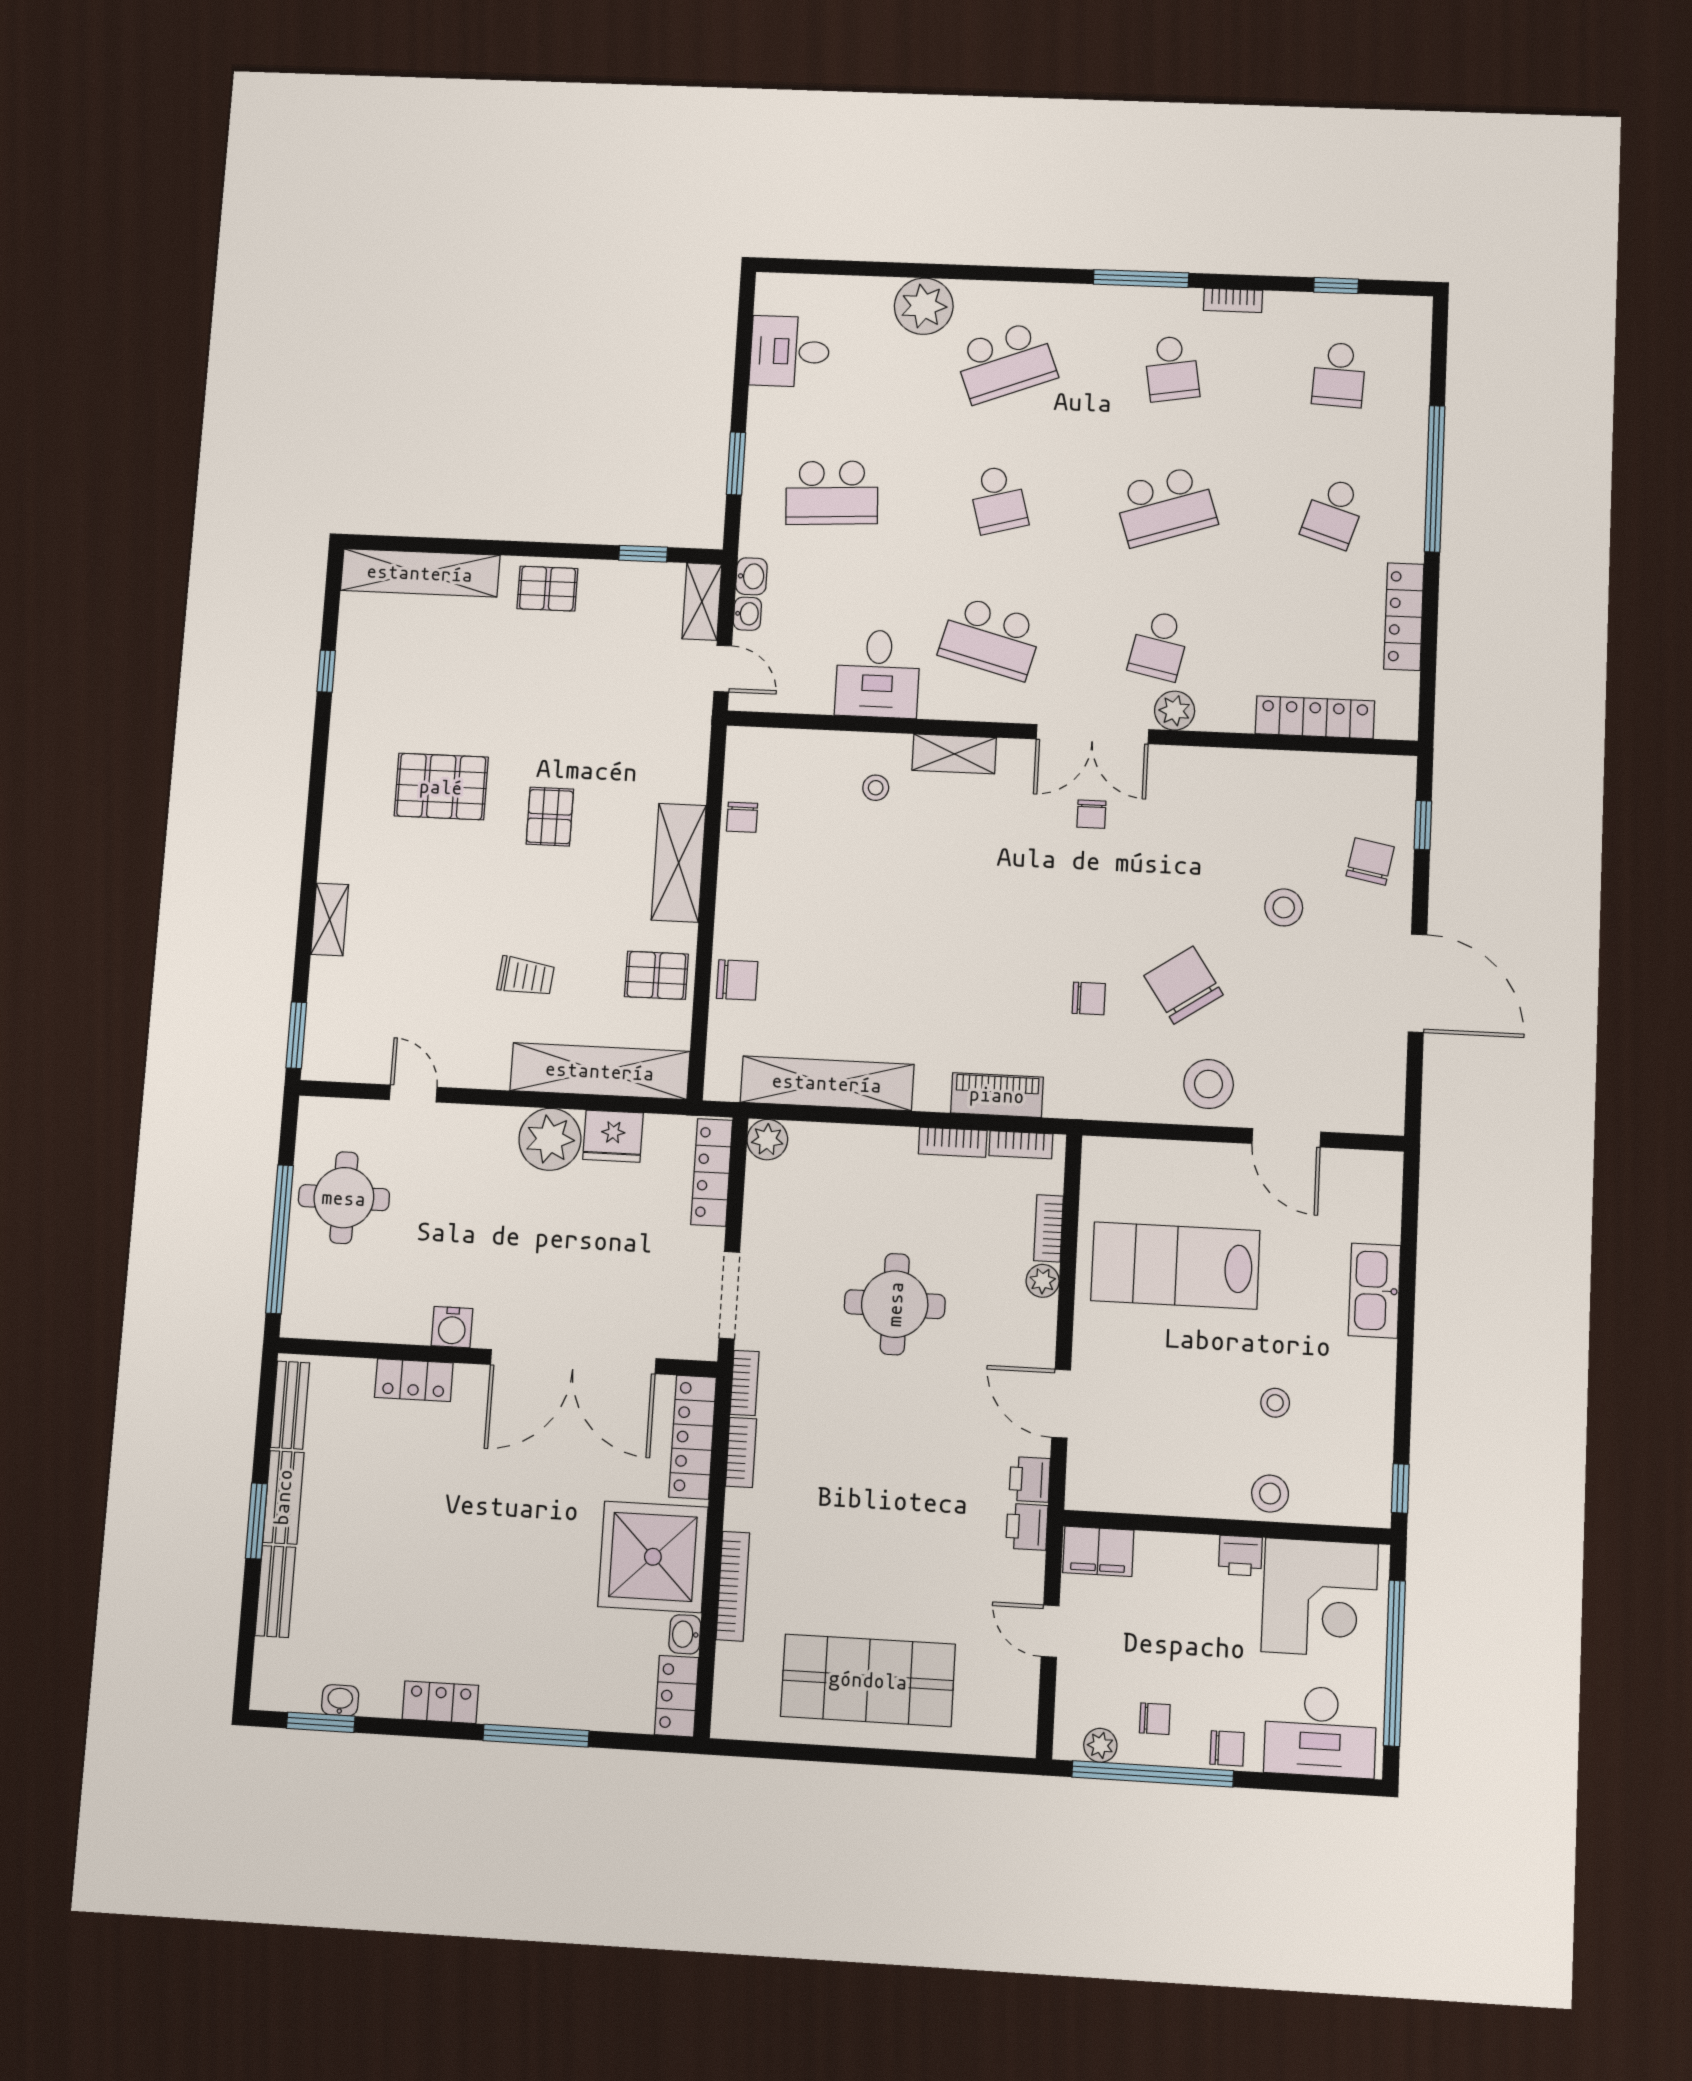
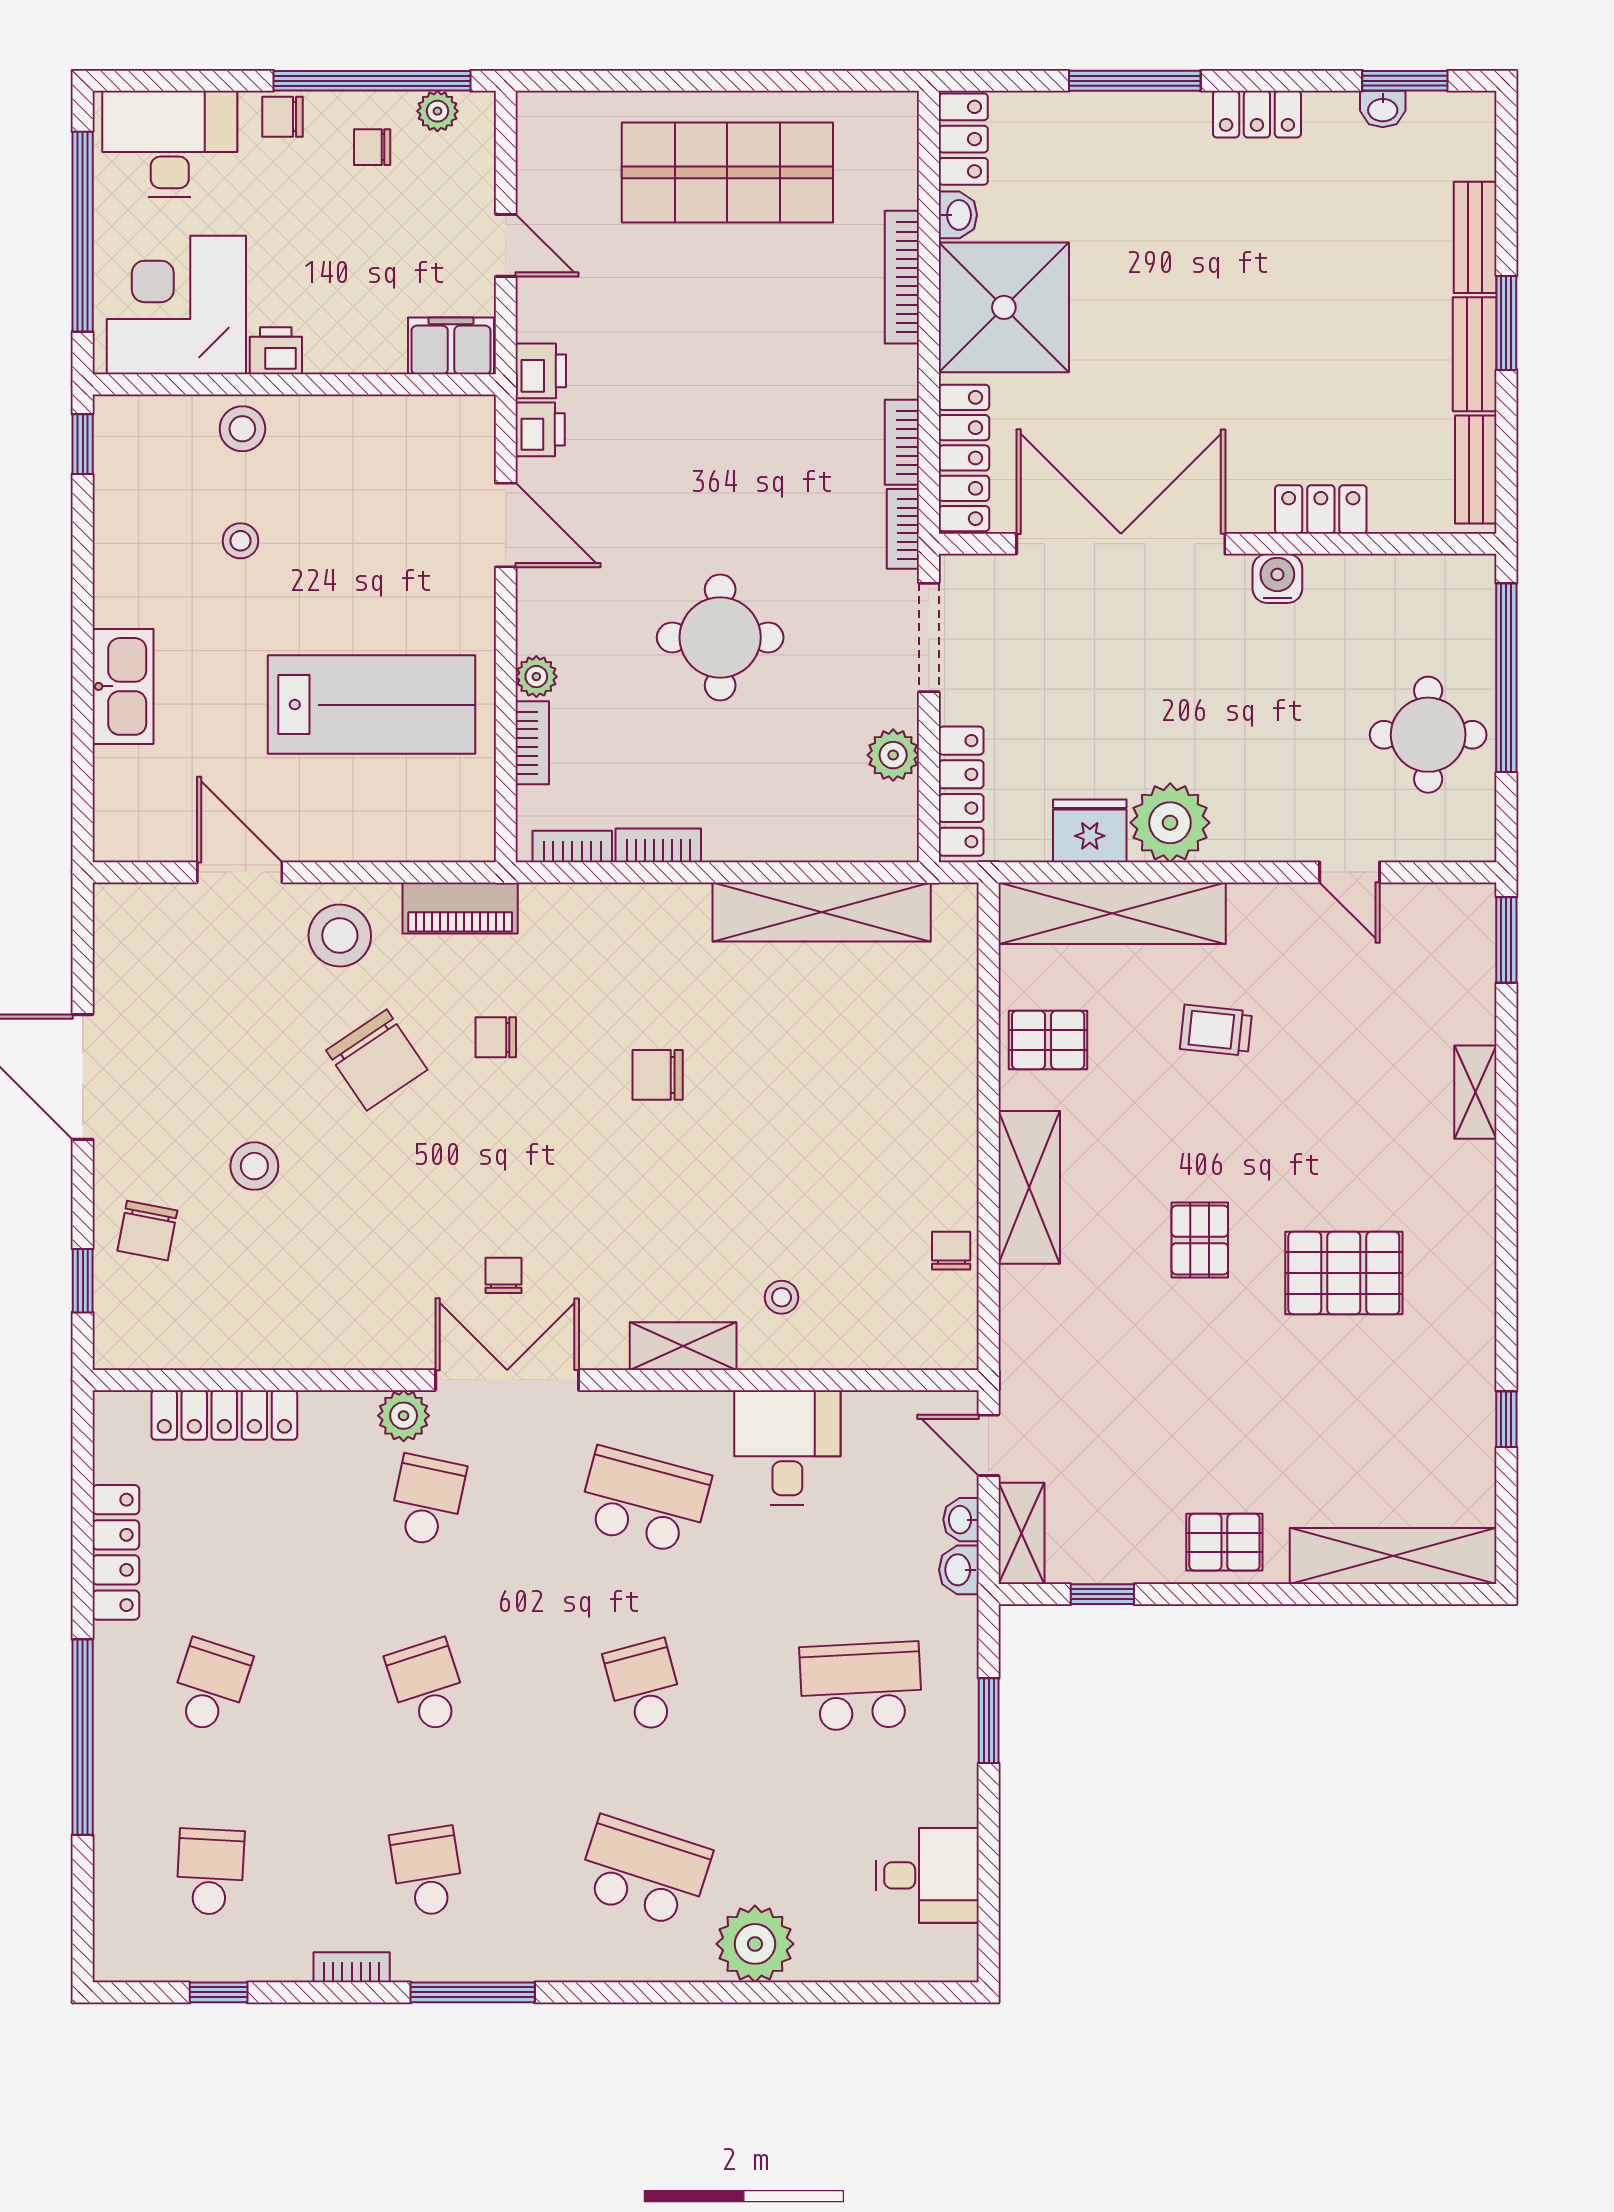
school desk: (1005, 362) -> (644, 1872), turned 39
school desk: (1165, 506) -> (427, 1686), width x0.54
chair: (737, 980) -> (658, 1075), moved
piano: (997, 1095) -> (460, 908), moved
plant: (767, 1140) -> (893, 755), moved

